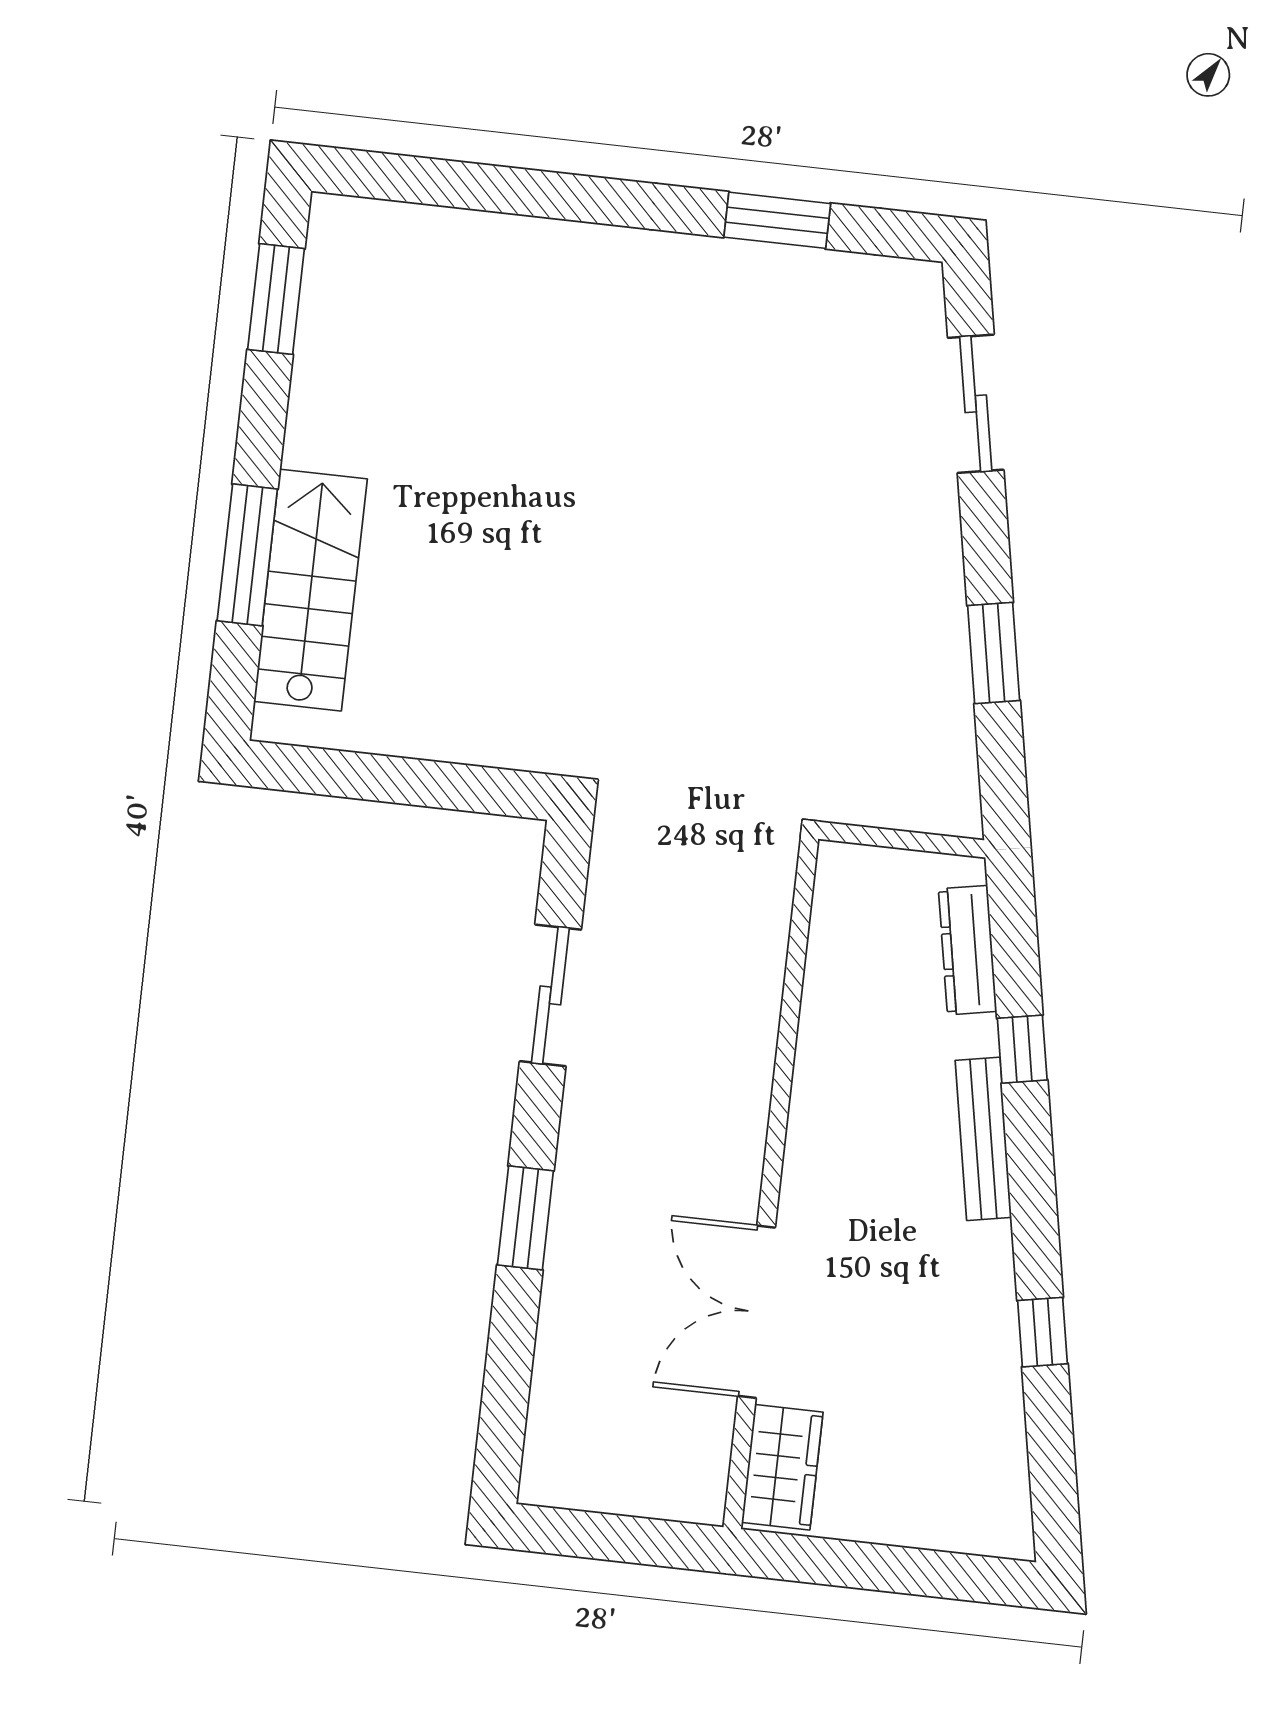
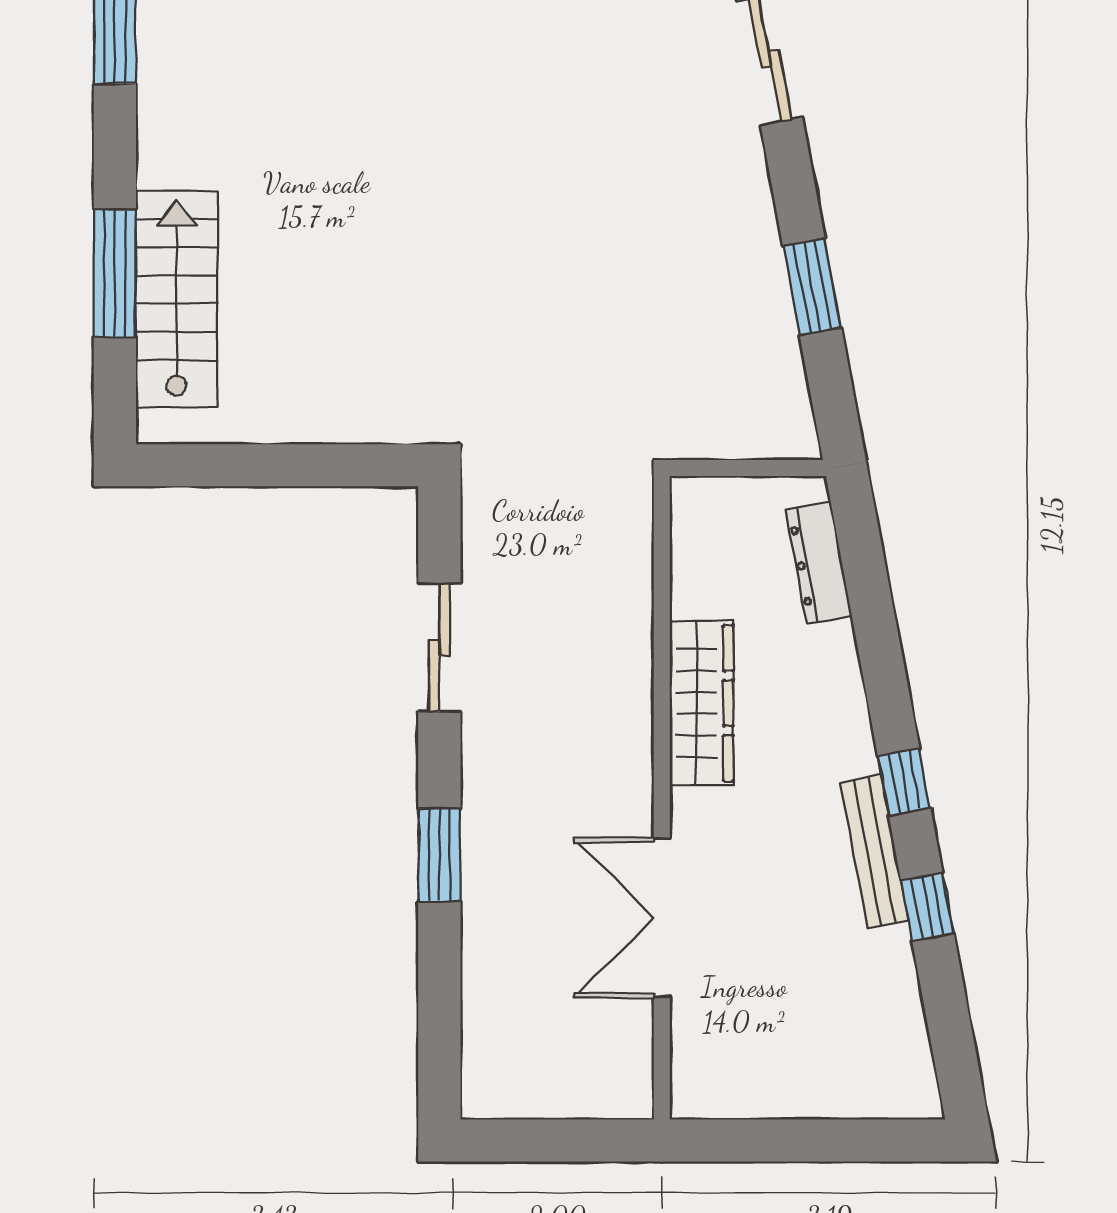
window: (1022, 1049) -> (904, 782), moved
bench: (983, 1139) -> (875, 851), moved
wardrobe: (782, 1467) -> (702, 703), moved, width x1.50

